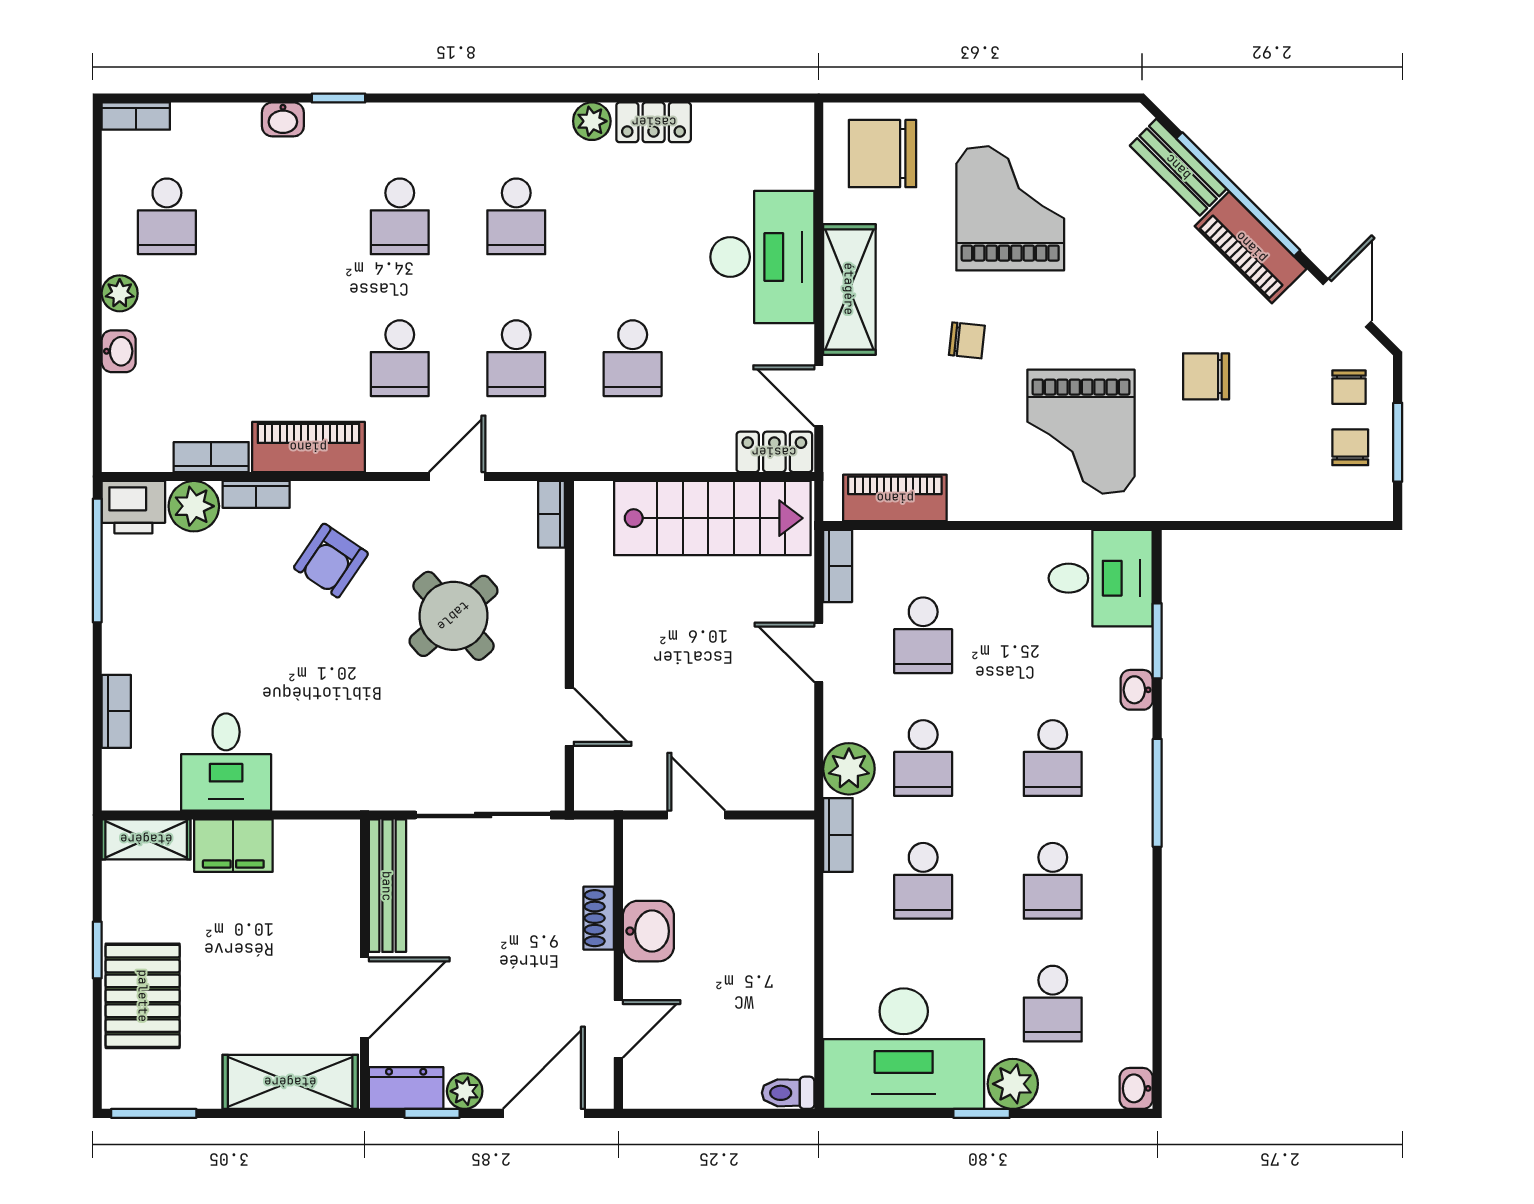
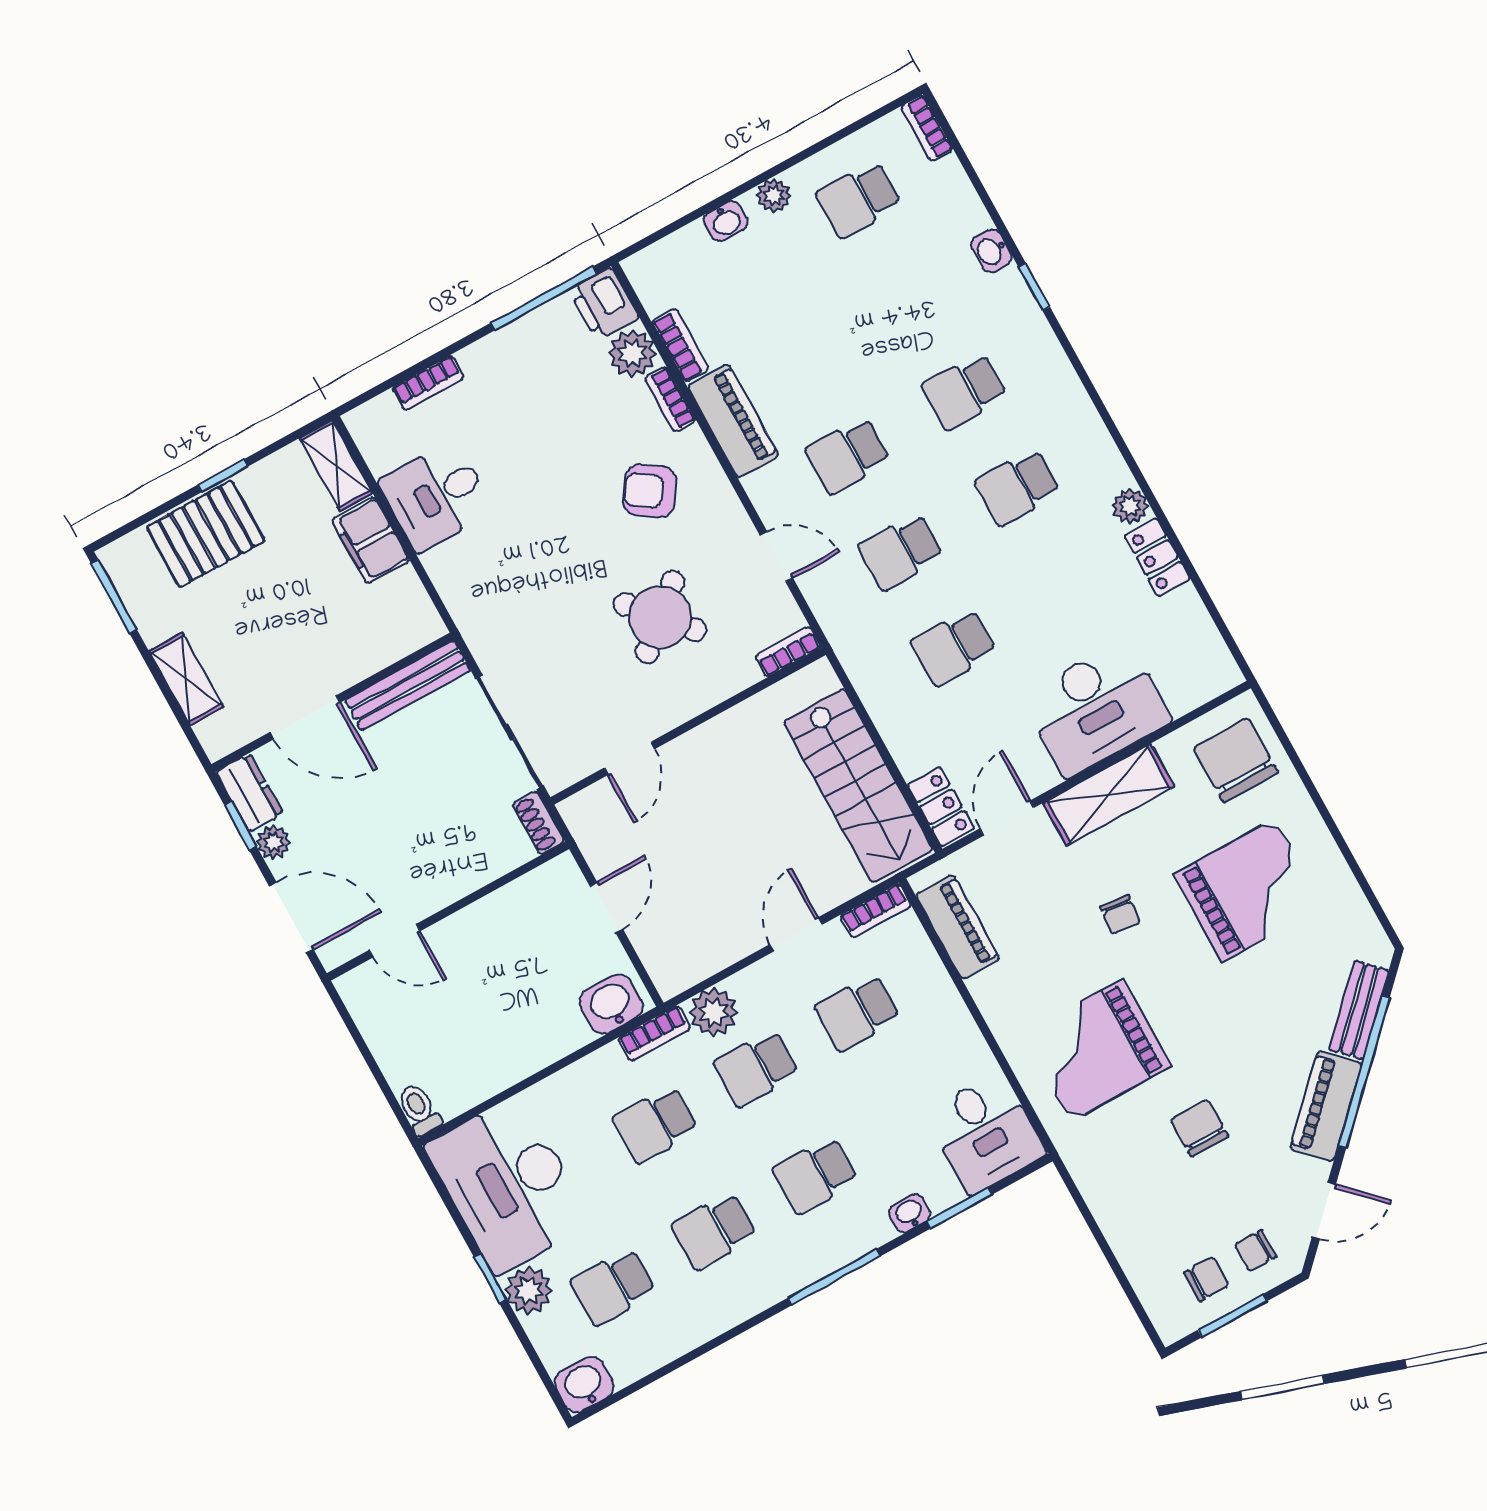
shoe rack: (599, 918) -> (538, 823), moved, turned -90
washbasin: (648, 931) -> (611, 1004), moved, turned 180
shelving: (290, 1082) -> (186, 679), width x0.67, depth x0.75
washbasin: (1136, 1088) -> (584, 1384), width x1.38, depth x1.45

